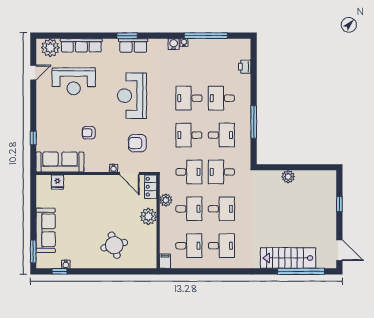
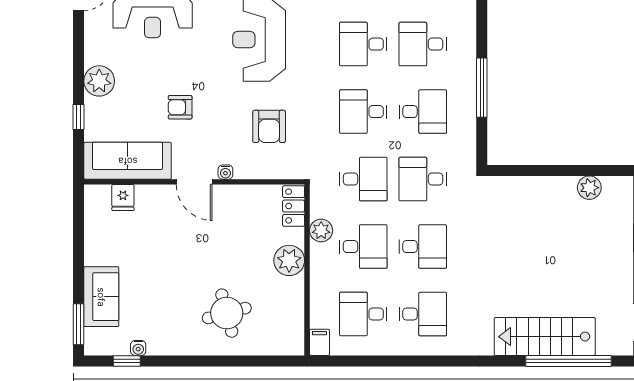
plant: (45, 118) -> (99, 81), added
armchair: (137, 143) -> (269, 126), turned -90
door: (129, 173) -> (194, 182), moved
plant: (288, 177) -> (589, 188), moved
sofa: (46, 230) -> (101, 297), width x0.73
desk: (189, 246) -> (363, 314), turned 180

